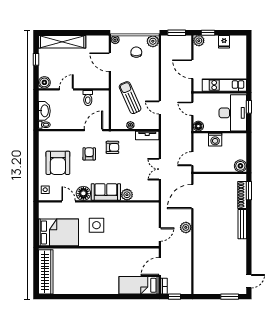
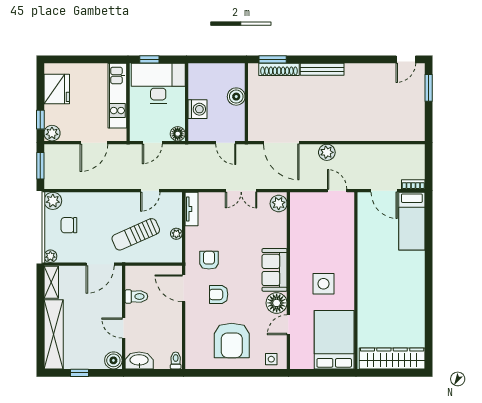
shelving: (97, 40) -> (51, 282), added
fridge: (224, 42) -> (57, 89), width x1.88, depth x1.34
door: (110, 62) -> (100, 264), moved
washbasin: (44, 111) -> (139, 360), moved
armchair: (58, 163) -> (232, 340), turned 90
boiler: (240, 166) -> (236, 97), moved
plant: (127, 195) -> (279, 204), moved
door: (249, 281) -> (406, 59), swing flipped
window: (175, 297) -> (429, 169), removed

